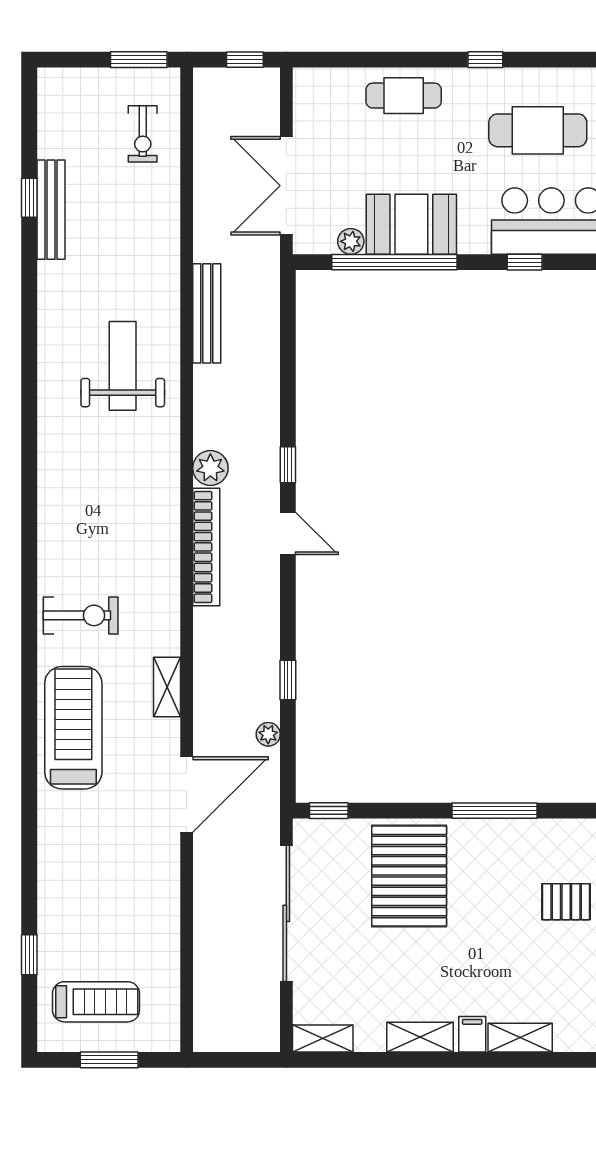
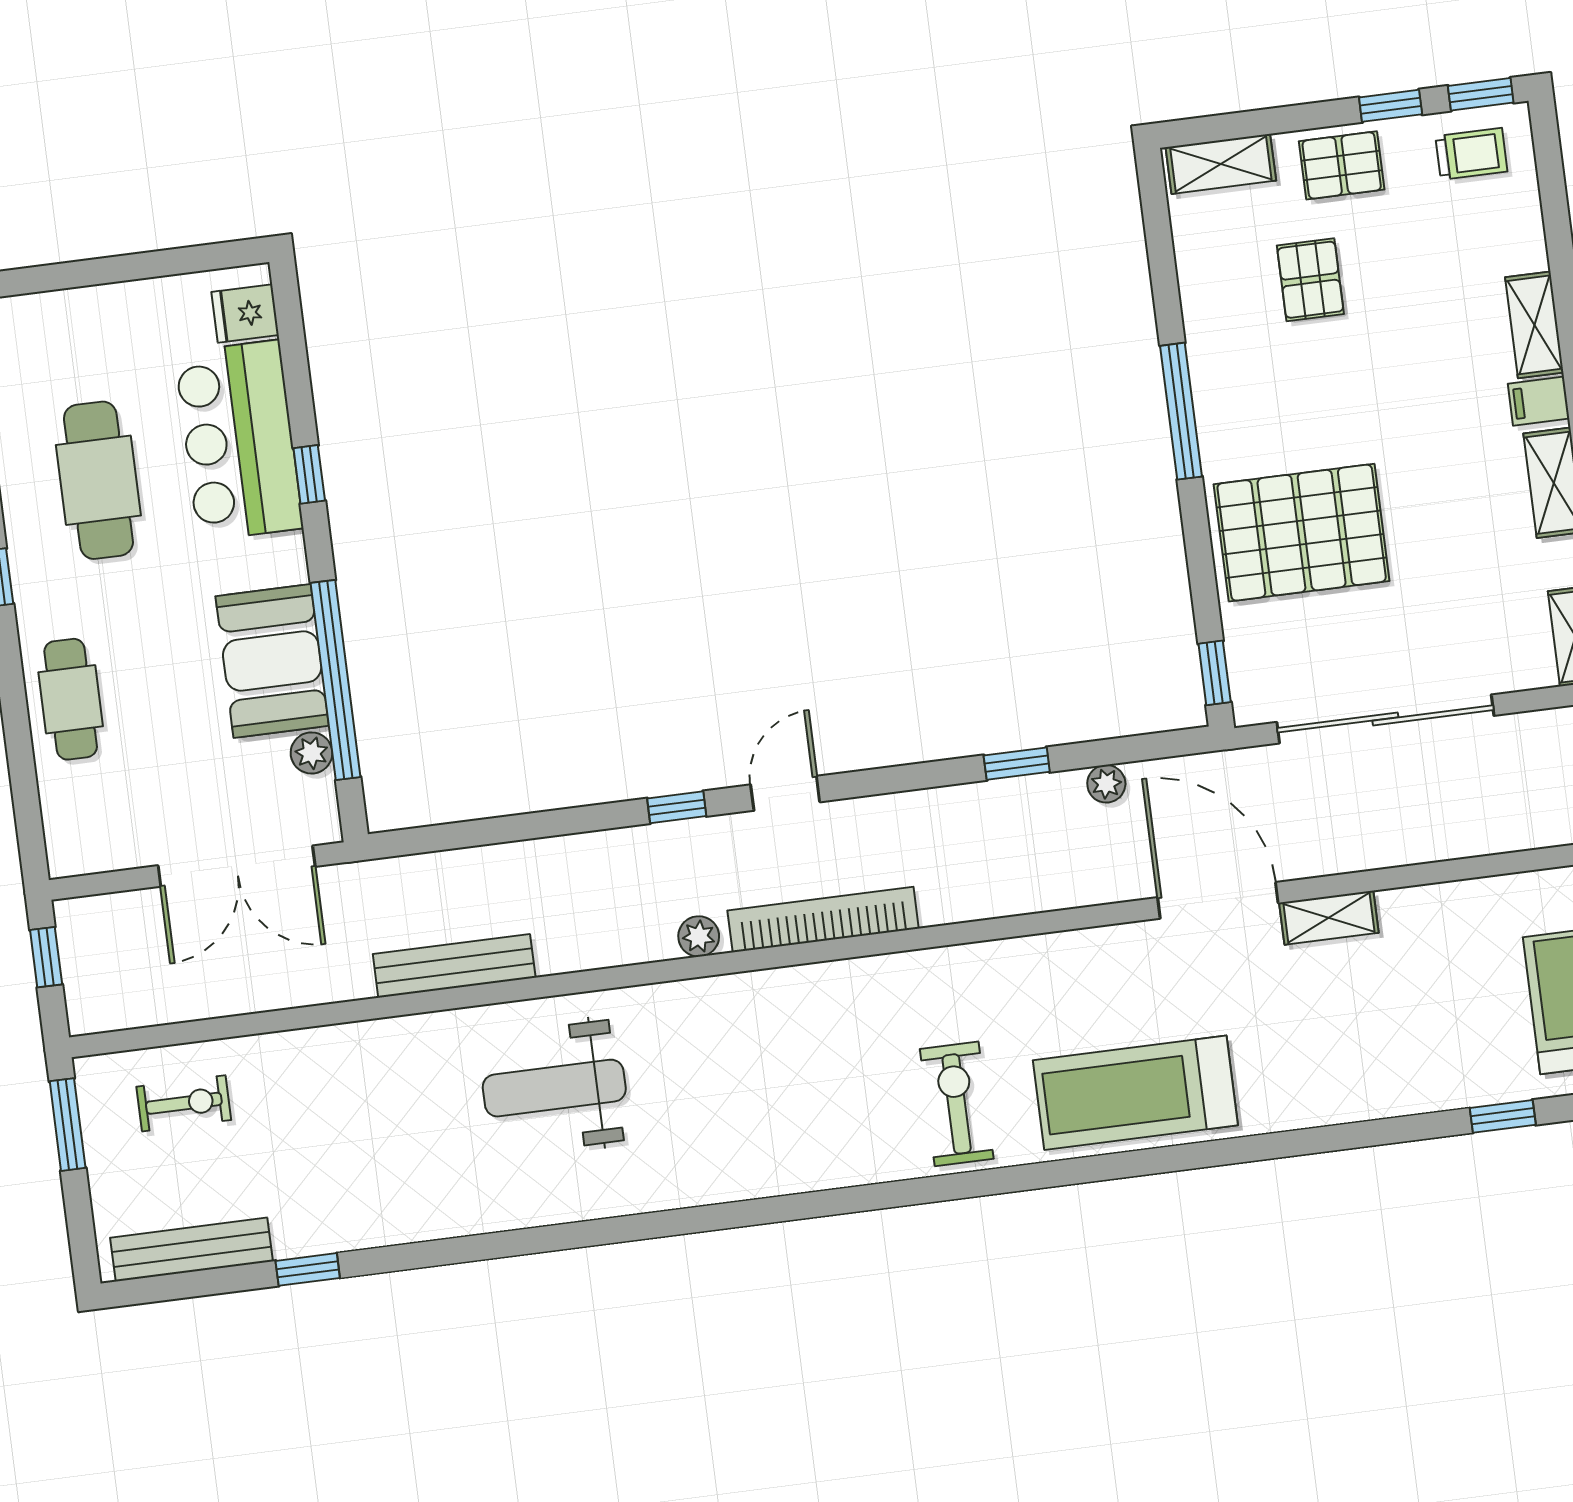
bench: (51, 210) -> (191, 1249), moved
plant: (210, 468) -> (699, 936), width x0.73, depth x0.73
shelving: (167, 687) -> (1329, 918), moved

